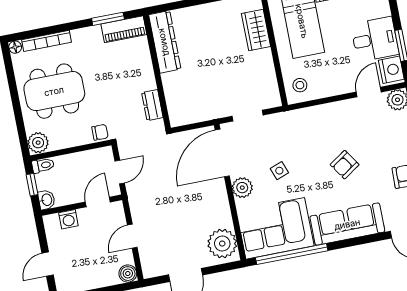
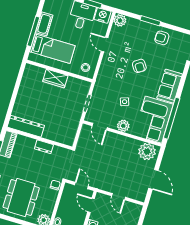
wardrobe: (256, 30) -> (55, 78), moved
door: (369, 92) -> (105, 45), moved
dresser: (152, 105) -> (44, 147), moved
door: (222, 153) -> (100, 127), width x0.53
sofa: (347, 224) -> (170, 86), width x0.73
boiler: (128, 274) -> (137, 209), removed

